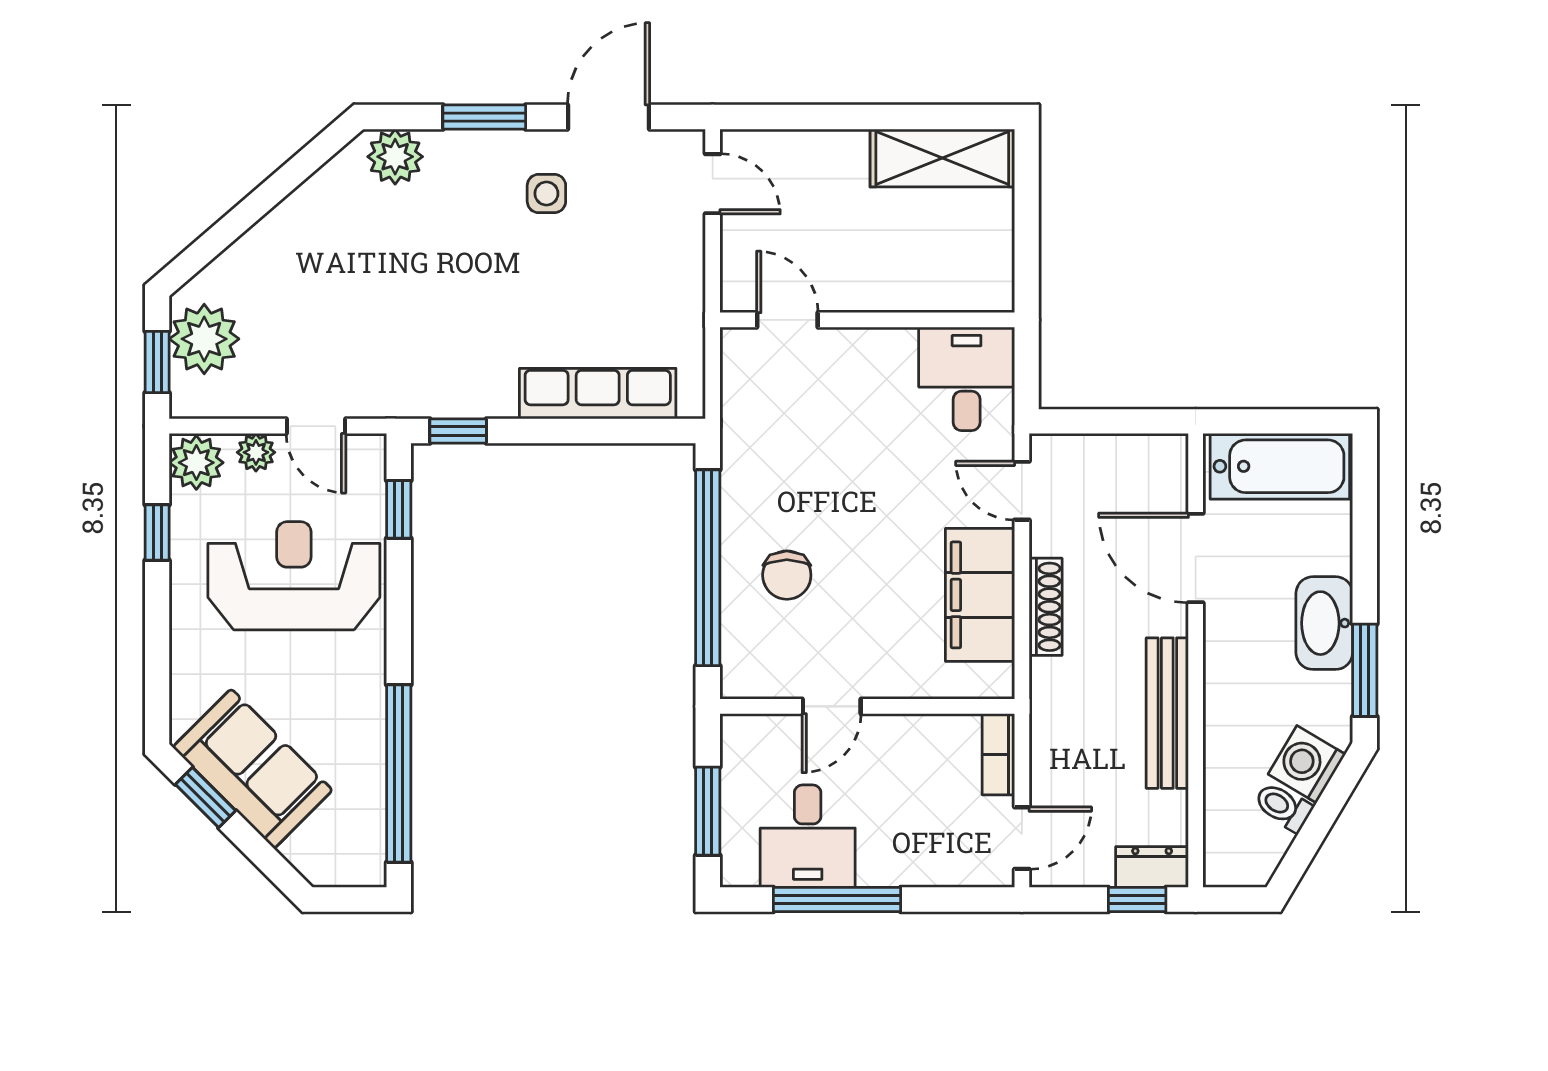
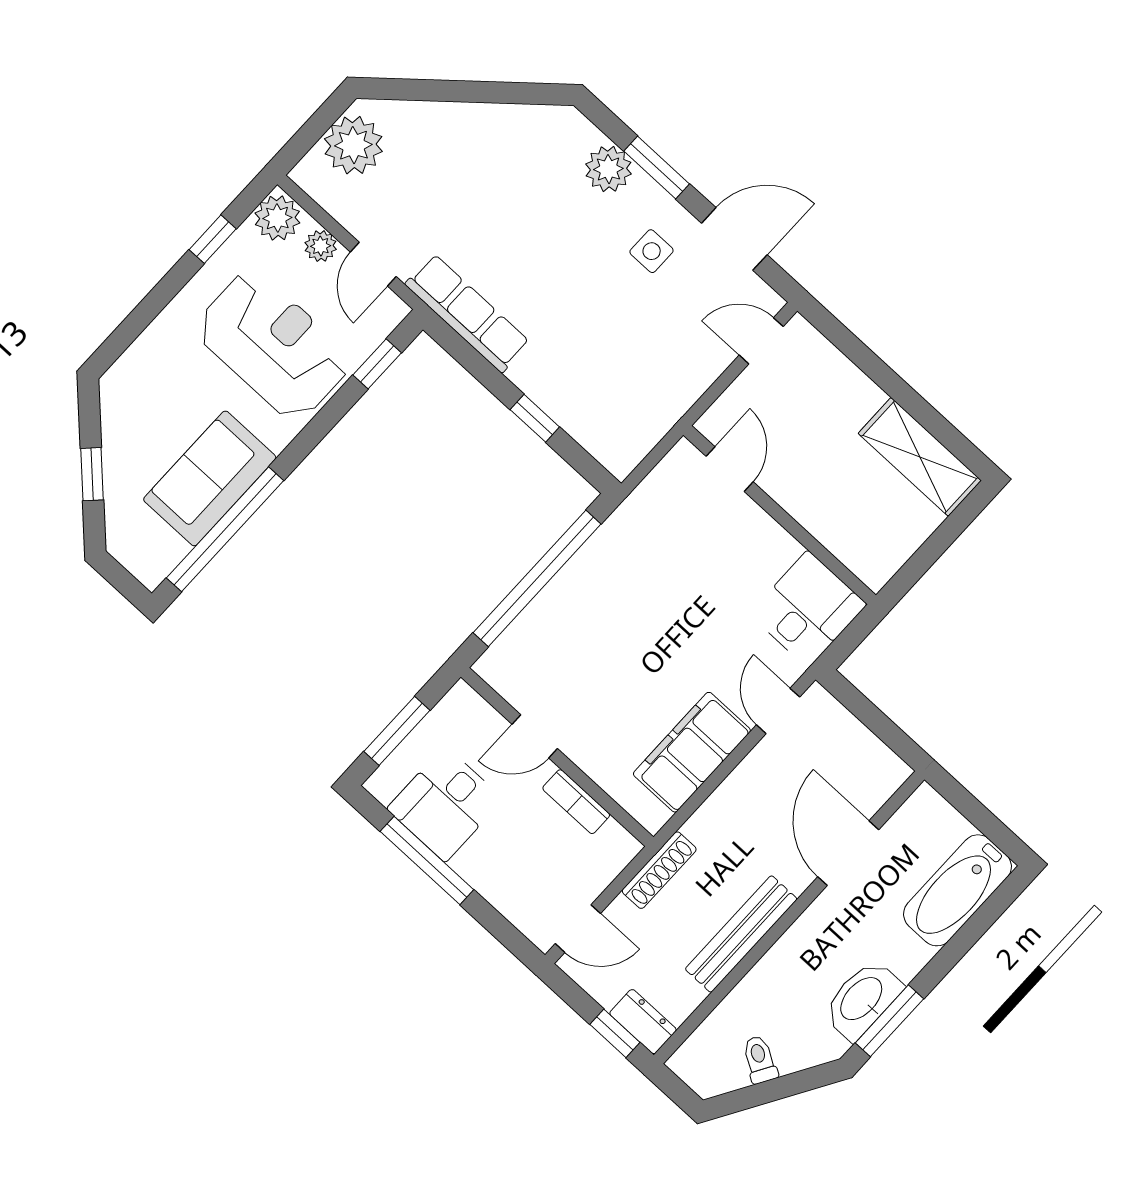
plant: (395, 157) -> (608, 169), moved
door: (713, 184) -> (761, 341), swing flipped
window: (157, 362) -> (311, 133), removed
row of seats: (598, 394) -> (467, 313), moved
window: (458, 431) -> (535, 418), moved
bathtub: (1280, 466) -> (957, 890), moved, turned 90
chair: (787, 575) -> (582, 629), removed
shoe rack: (1046, 607) -> (659, 870), moved
washbasin: (1324, 623) -> (862, 1000), moved
bookcase: (998, 754) -> (576, 802), moved, turned -90
washing machine: (1307, 764) -> (799, 1046), removed
sofa: (253, 769) -> (210, 478), moved, turned -135
window: (205, 797) -> (92, 474), moved

